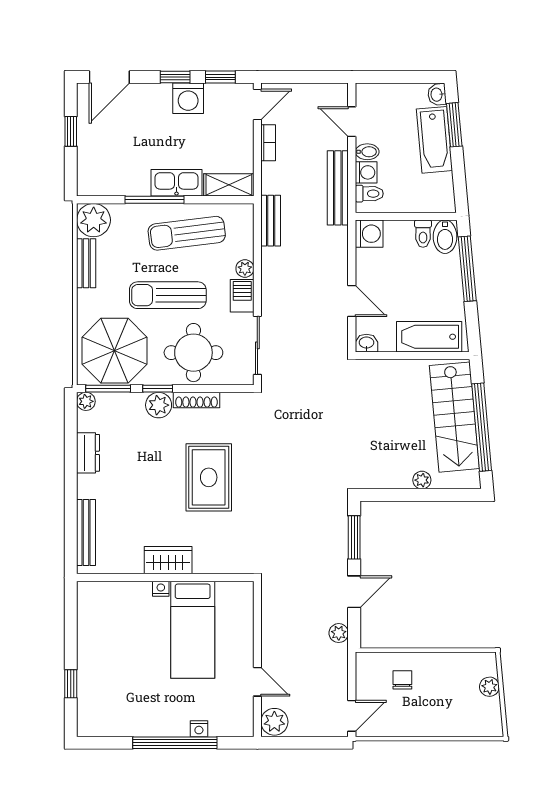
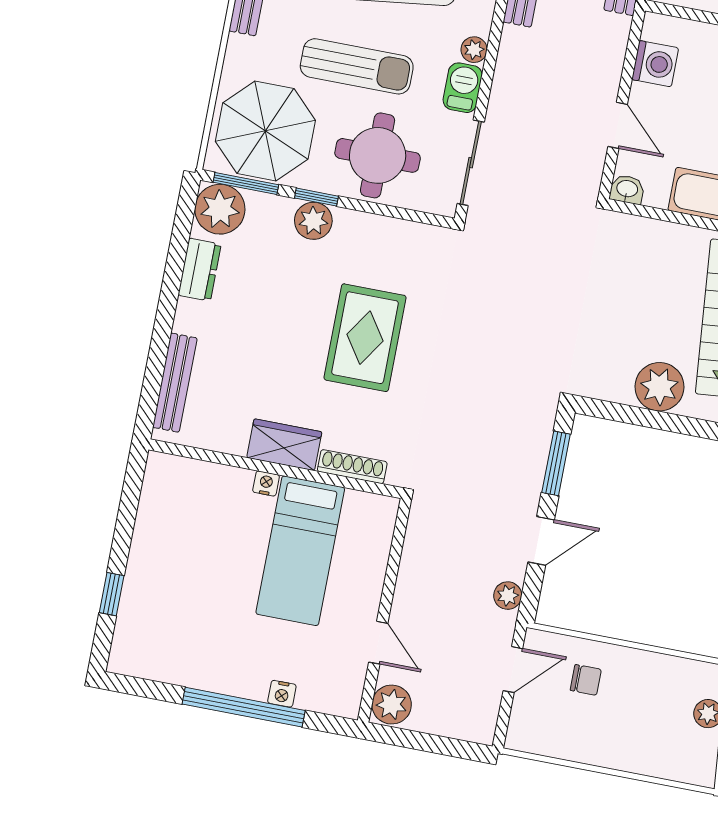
washing machine: (369, 234) -> (655, 64), moved
sun lounger: (168, 295) -> (357, 66), turned 180
shoe rack: (196, 400) -> (352, 467), moved, turned 180
plant: (86, 401) -> (220, 209), width x1.88, depth x1.88
plant: (422, 480) -> (659, 387), width x1.88, depth x1.88
chair: (402, 680) -> (586, 680), turned 90
door: (352, 716) -> (513, 670), moved

